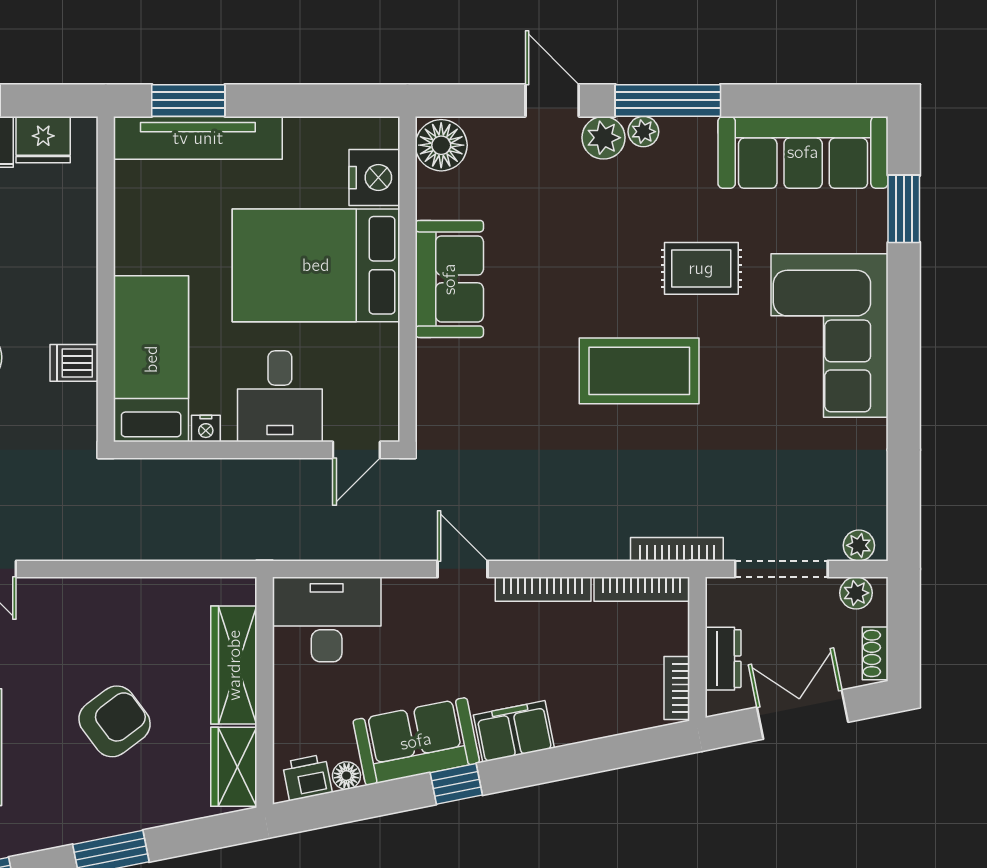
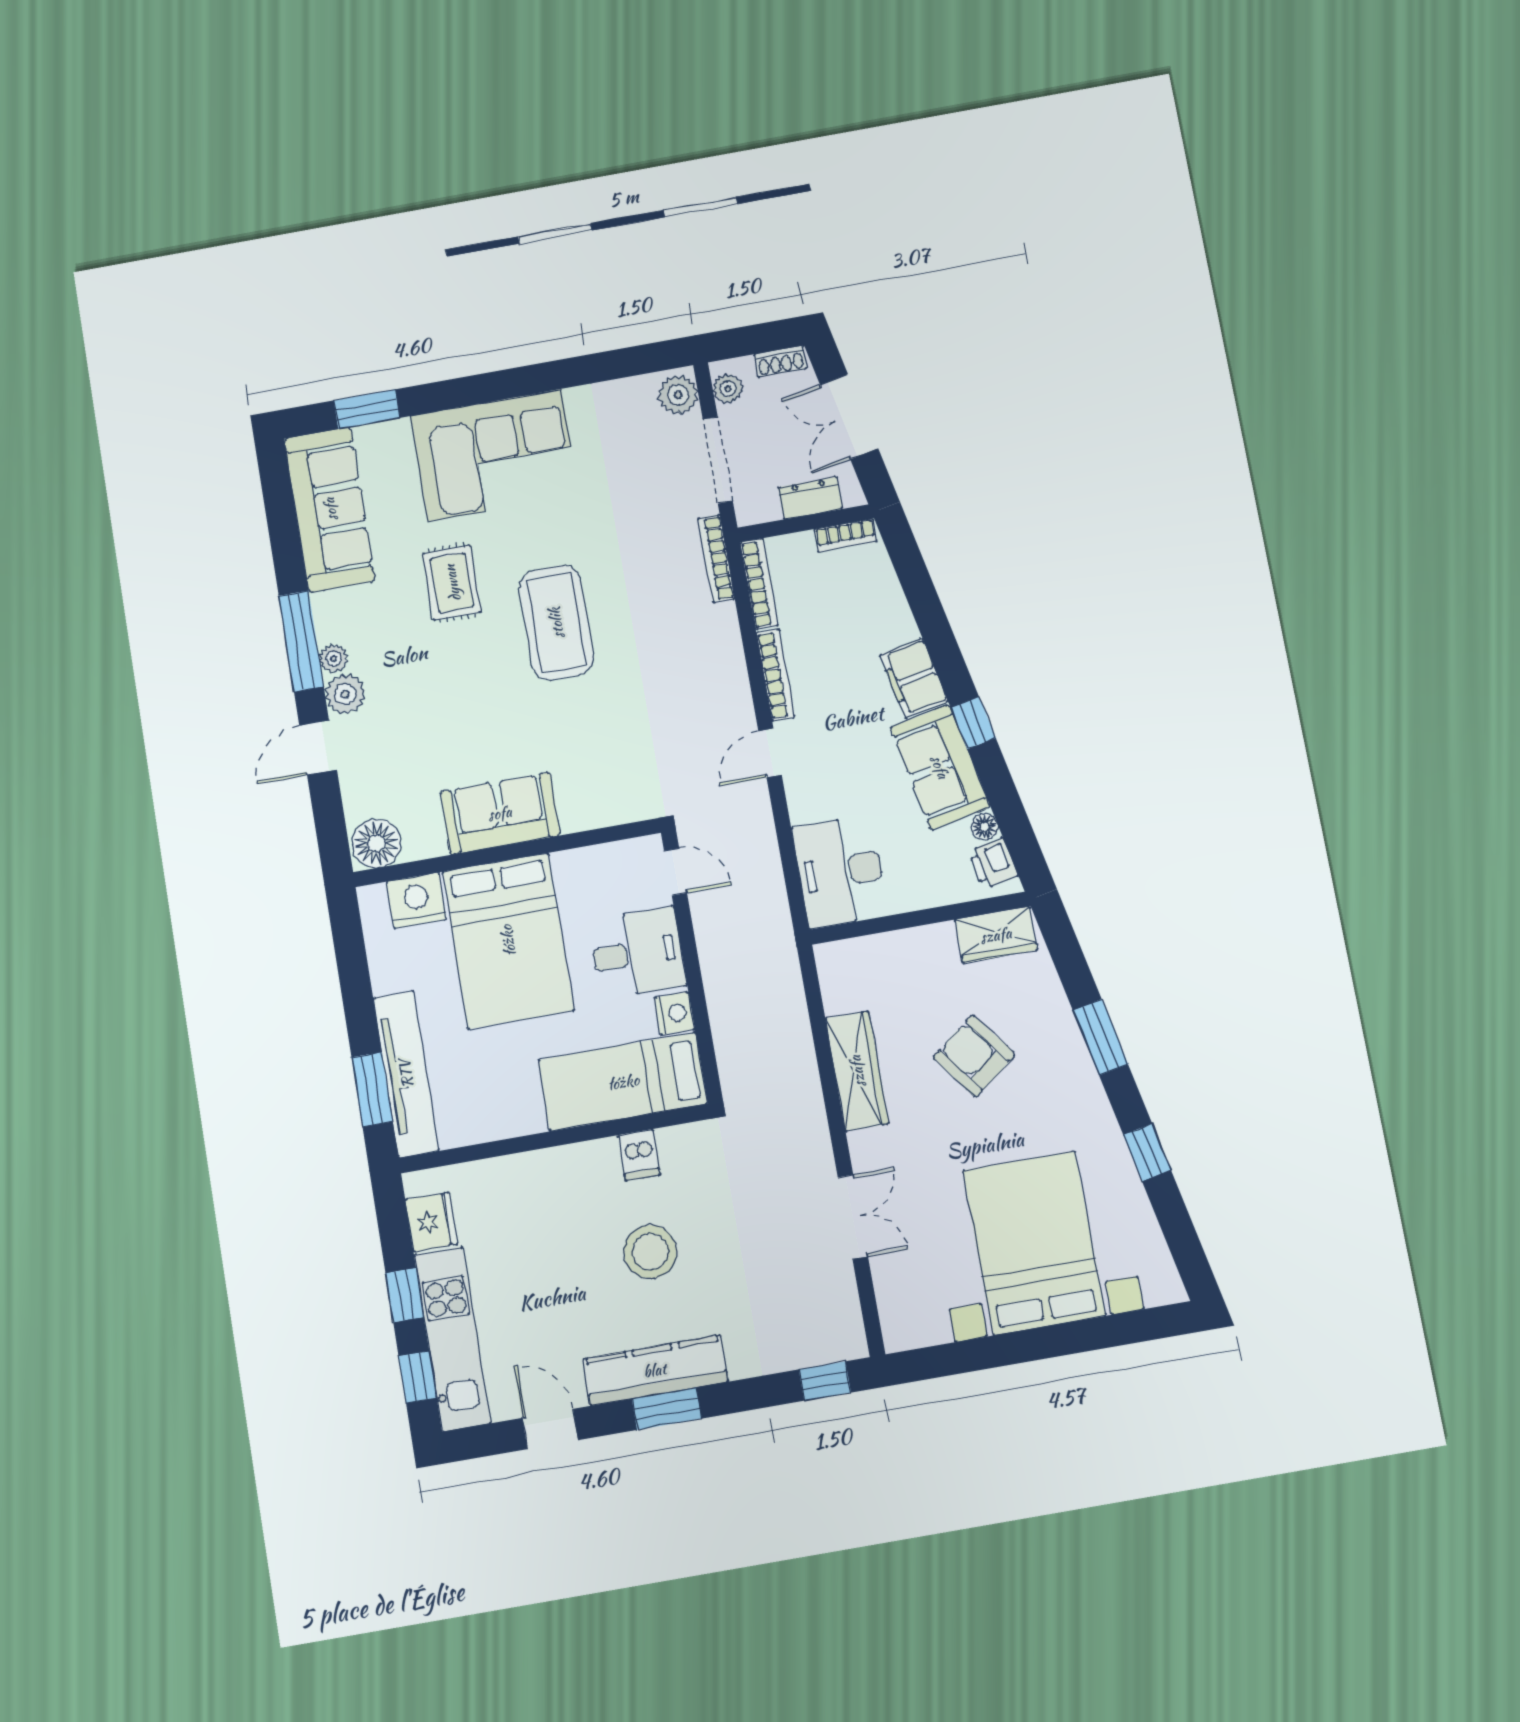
nightstand: (206, 428) -> (674, 1013), width x1.39, depth x1.35
plant: (859, 545) -> (678, 395), width x1.38, depth x1.38
wardrobe: (234, 665) -> (857, 1071), moved, turned -90

